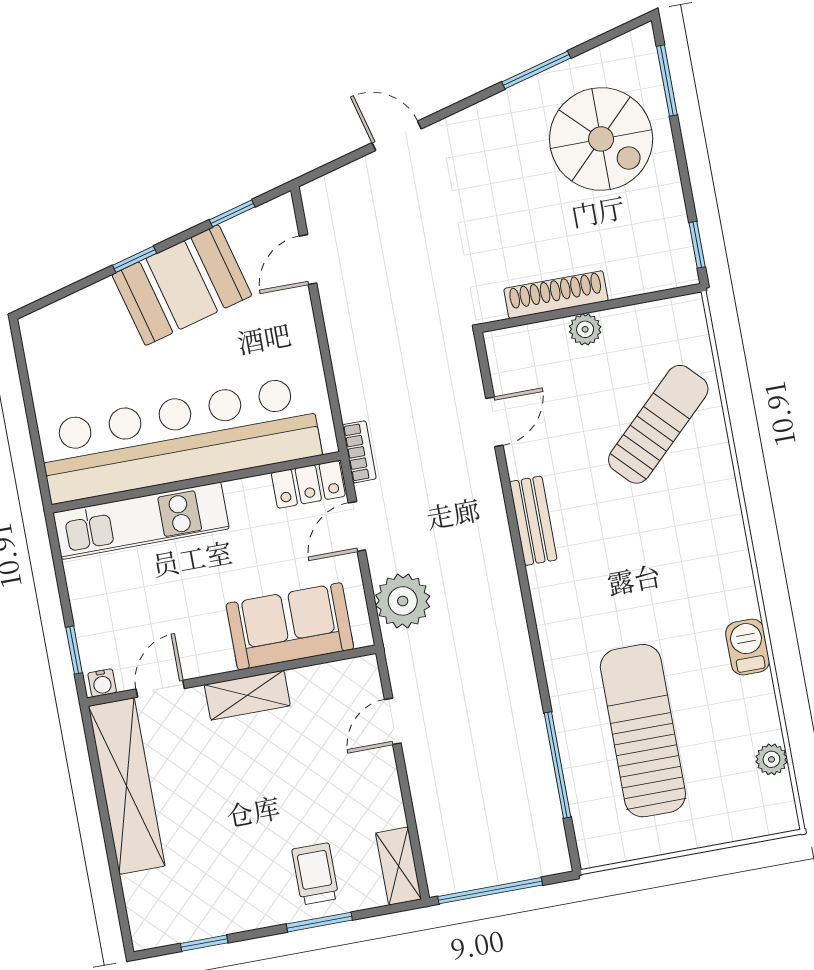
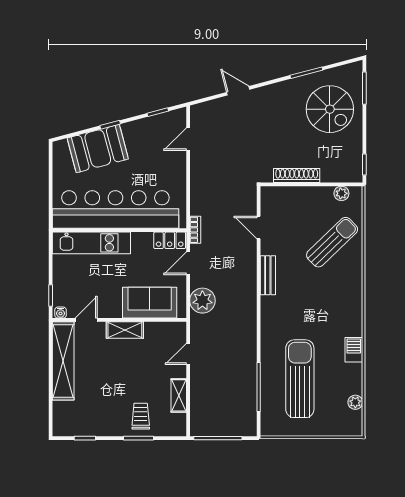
booth: (182, 285) -> (98, 149), moved
plant: (585, 329) -> (341, 193), moved
door: (494, 422) -> (259, 228), swing flipped
shelving: (398, 866) -> (179, 395), moved

